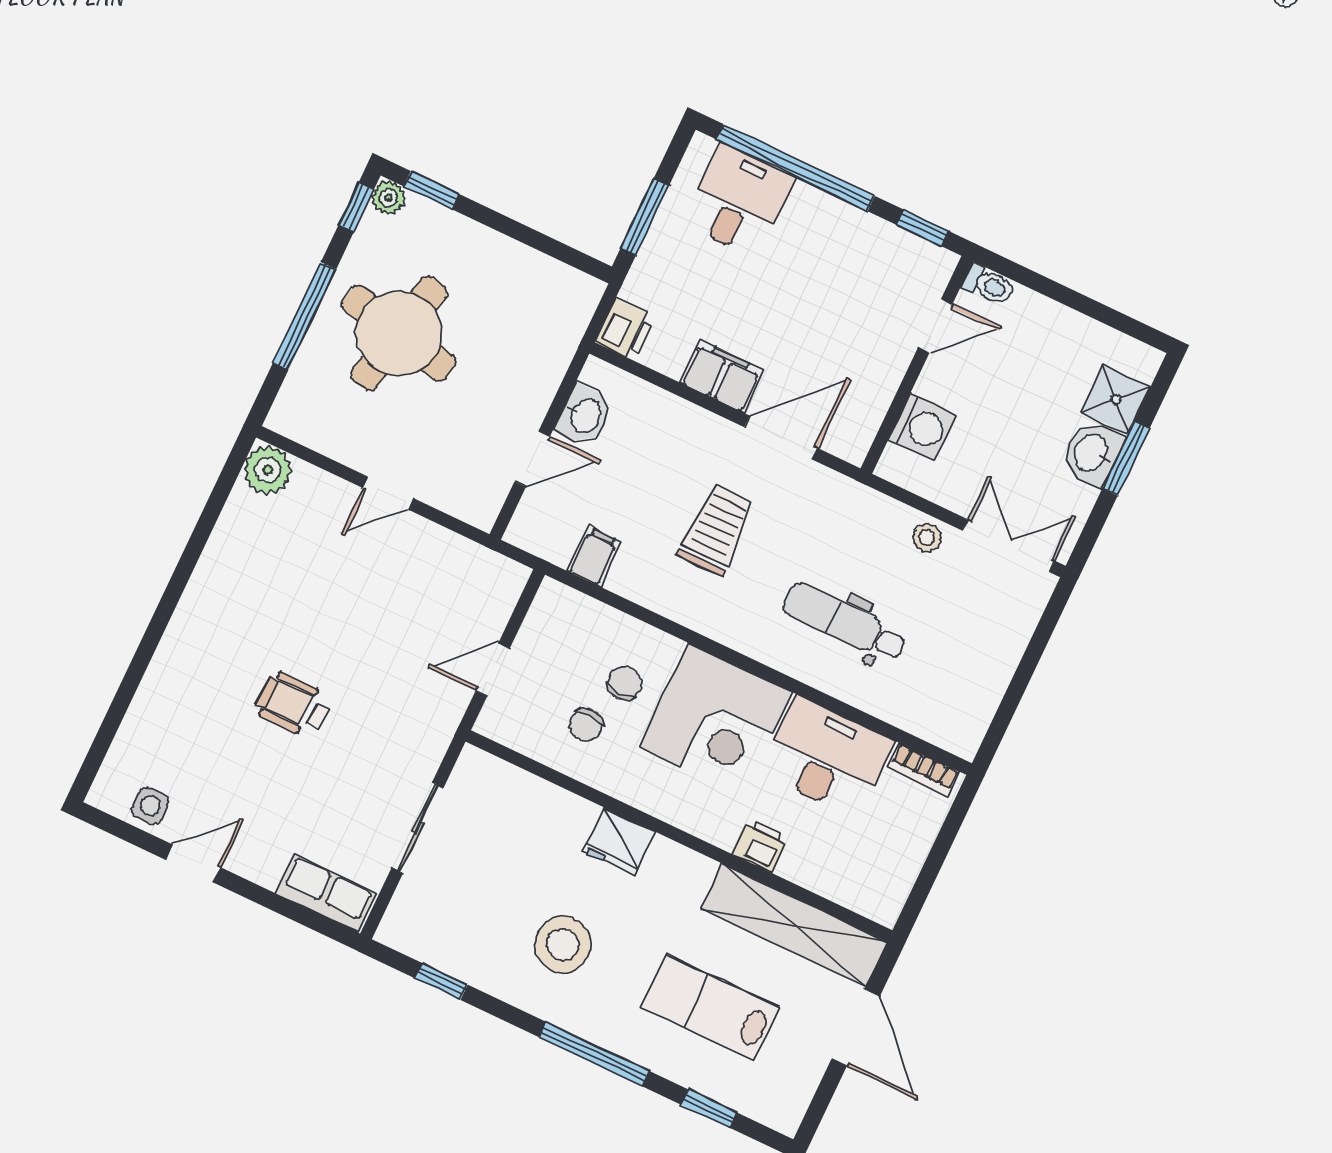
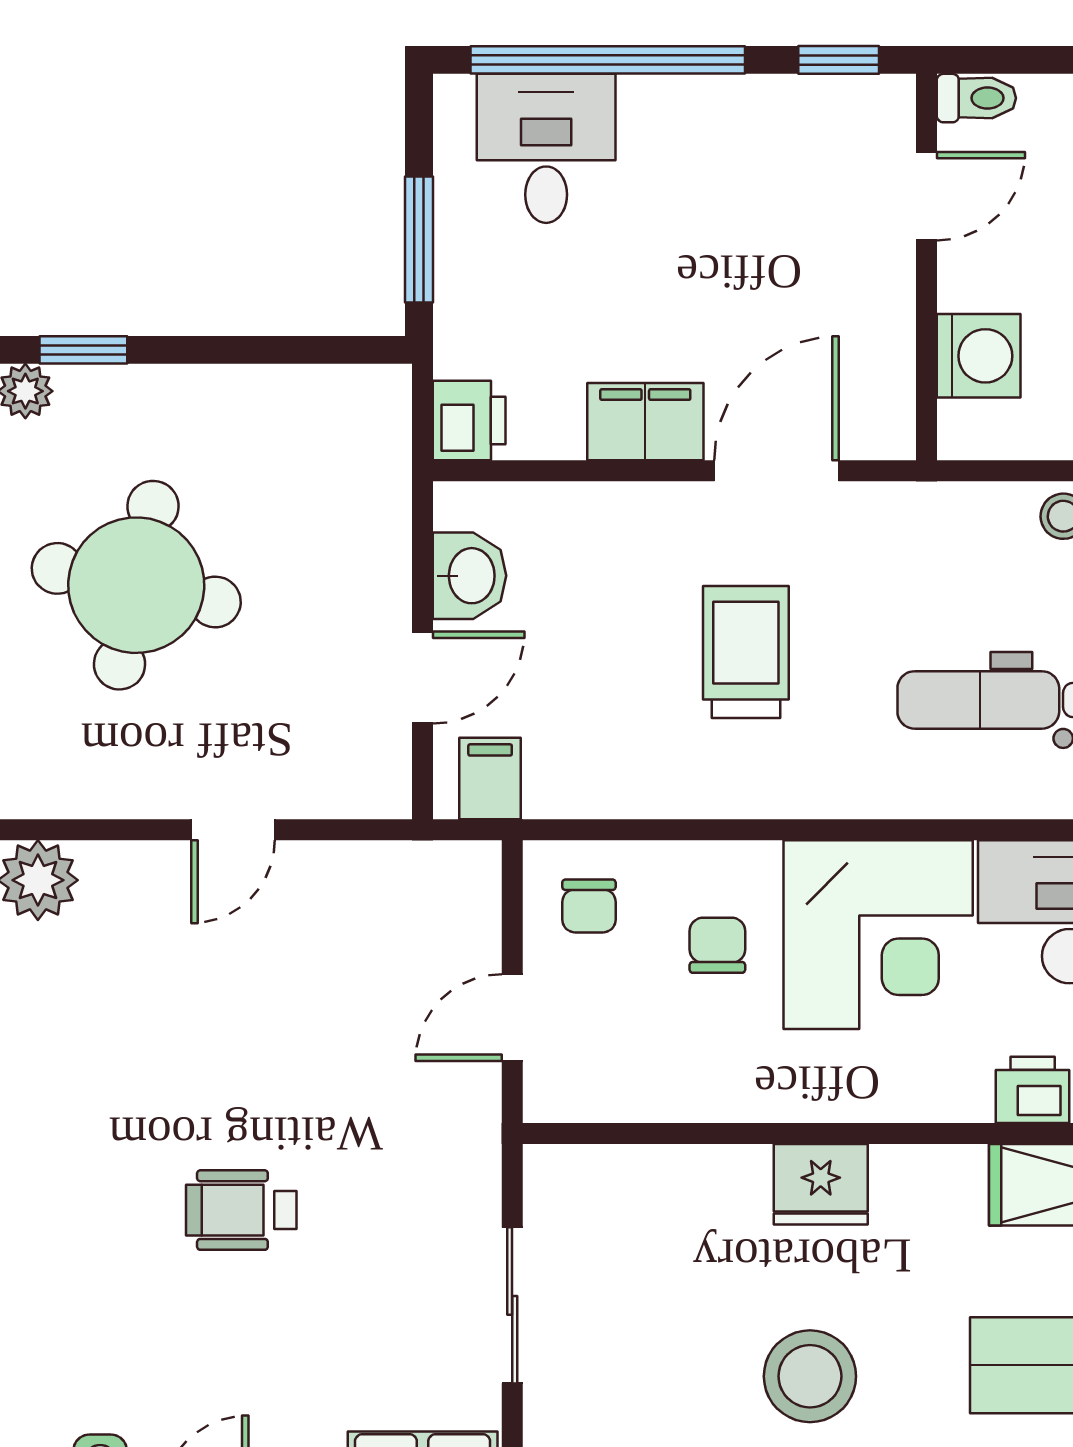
filing cabinet: (594, 556) -> (490, 779), moved
chair: (586, 725) -> (589, 906), moved

